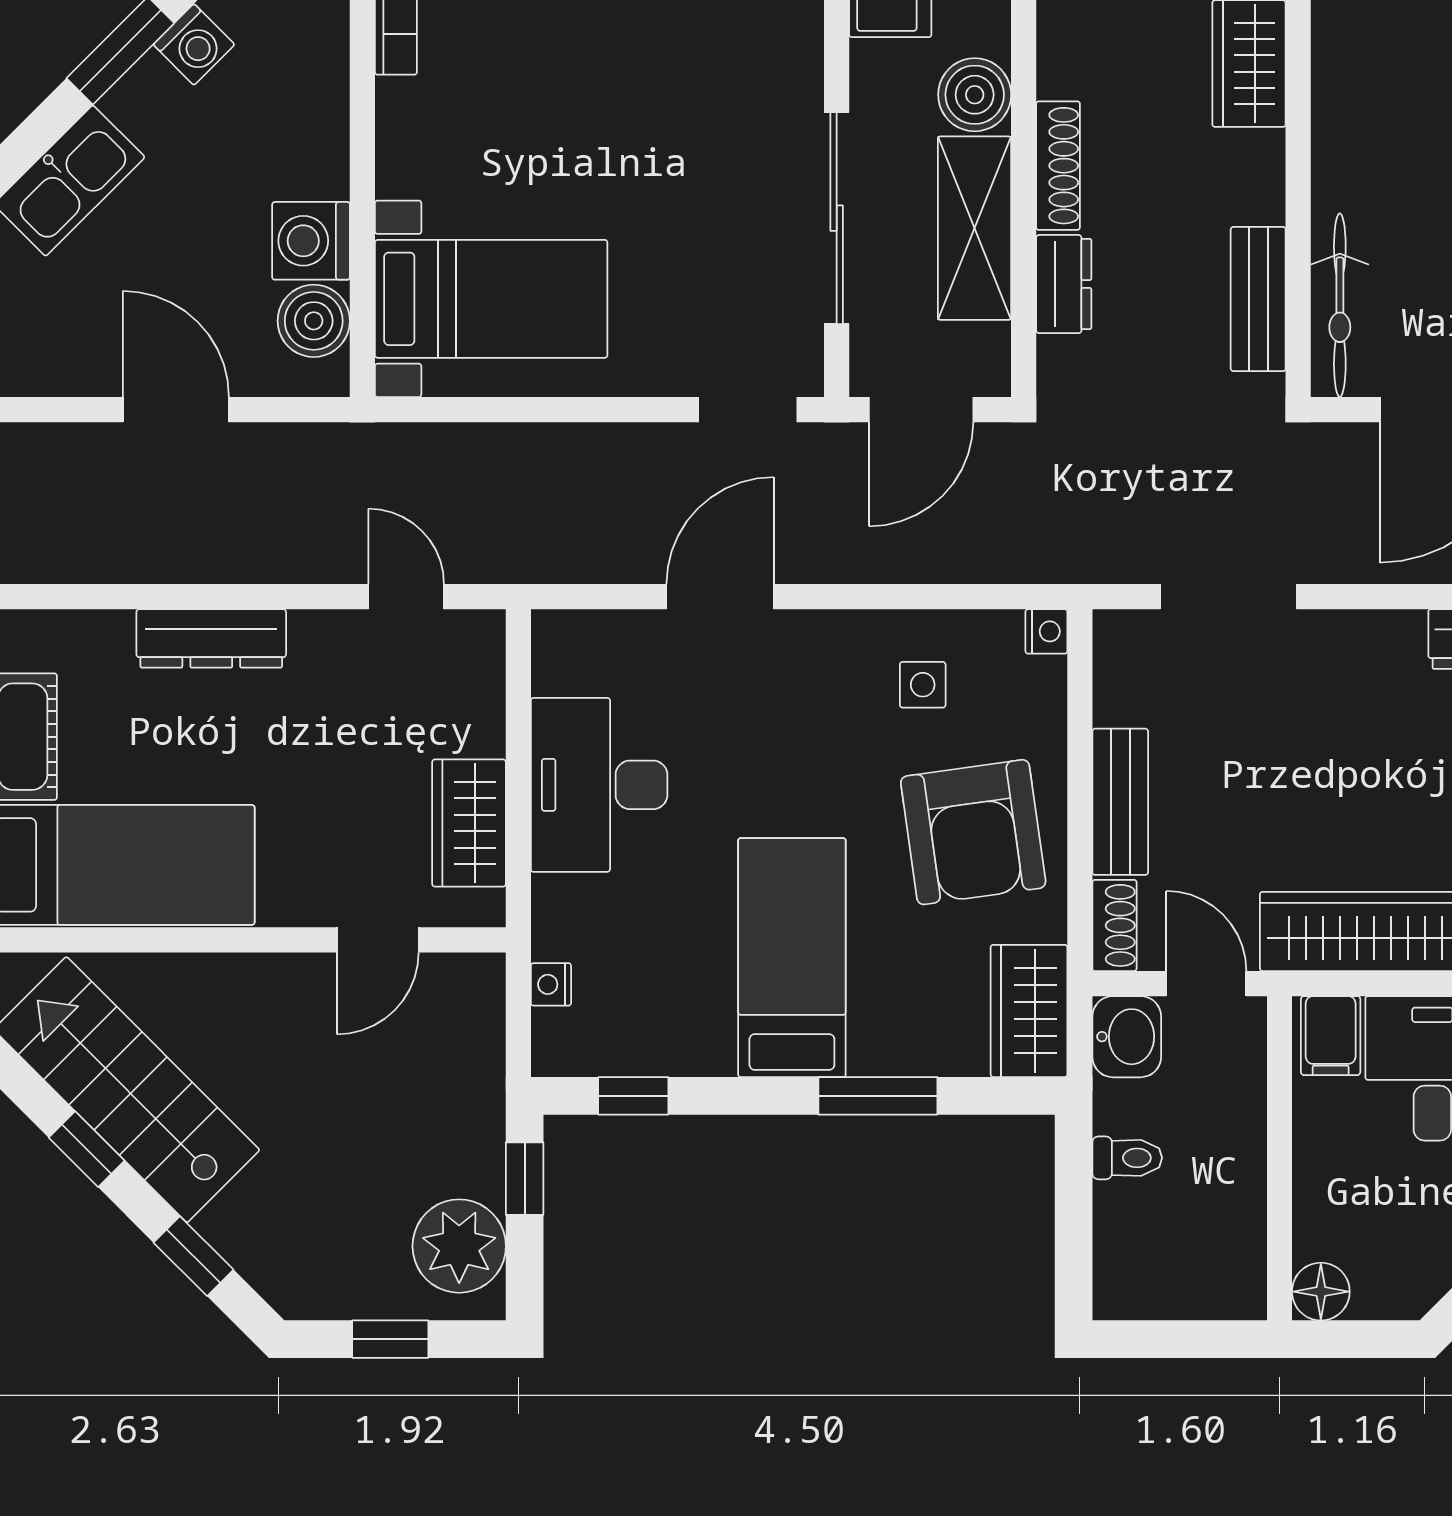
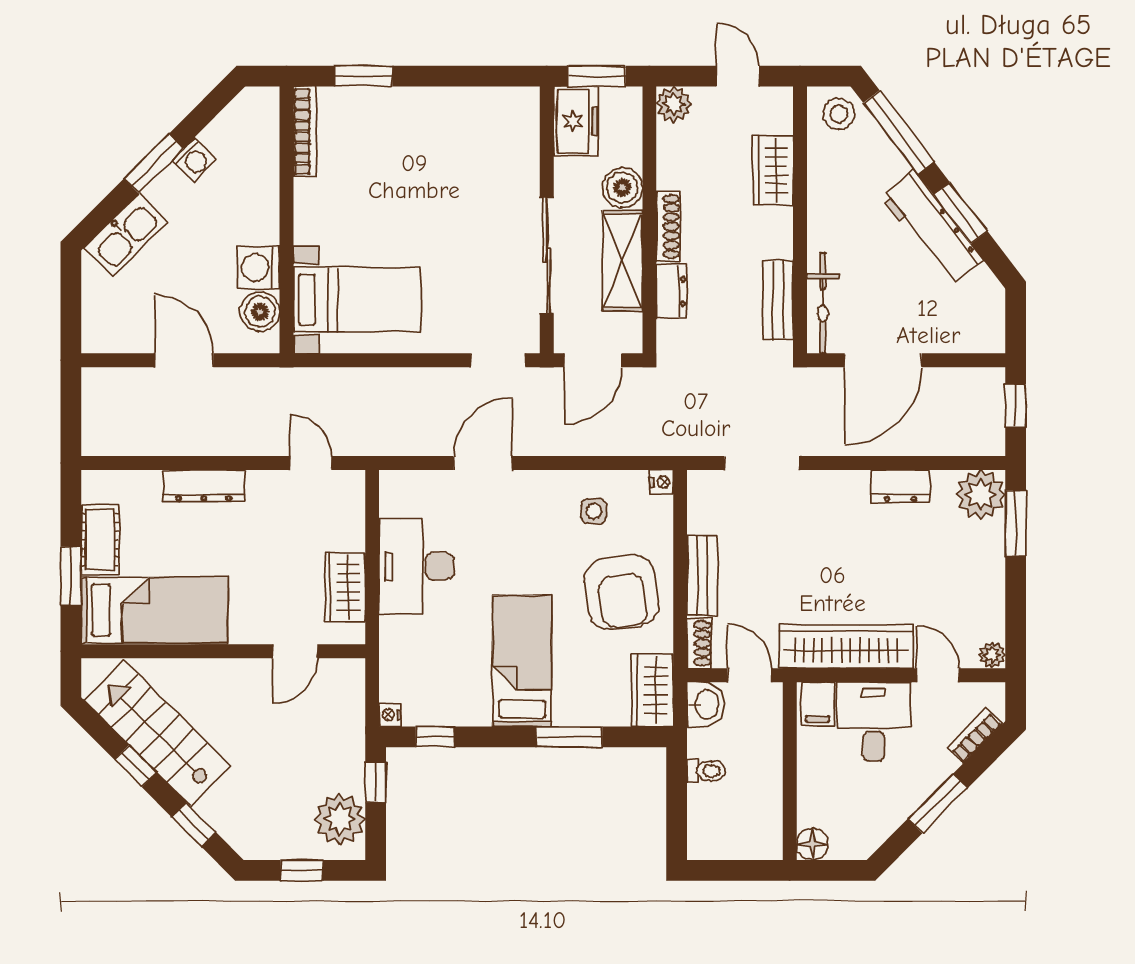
nightstand: (551, 984) -> (390, 715), moved

